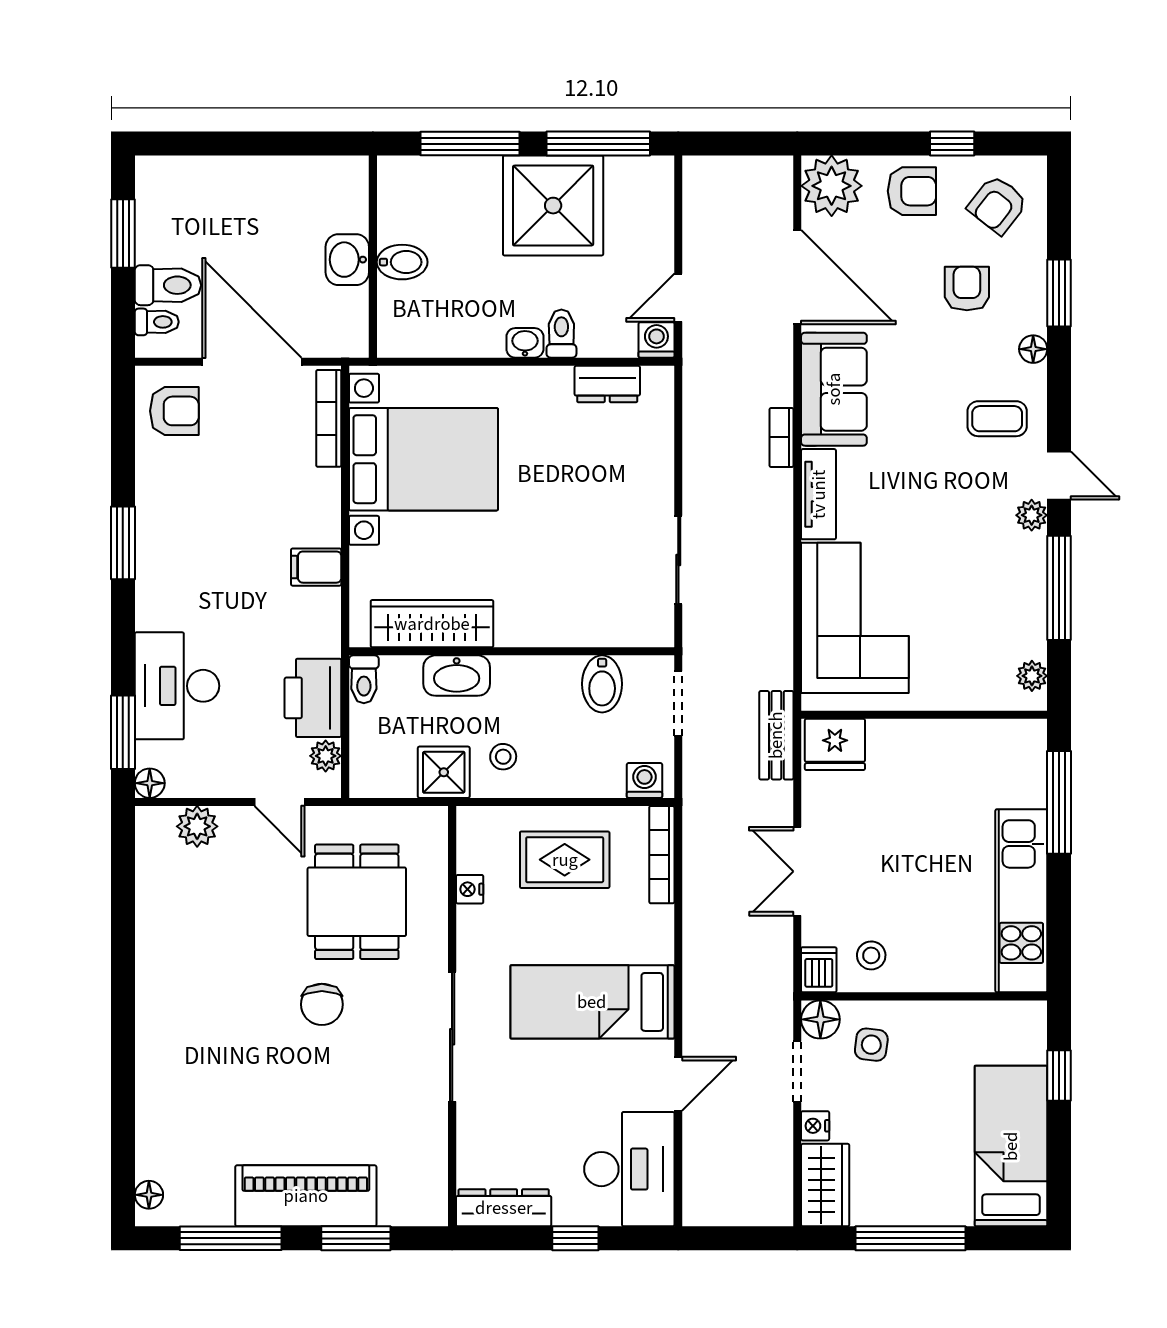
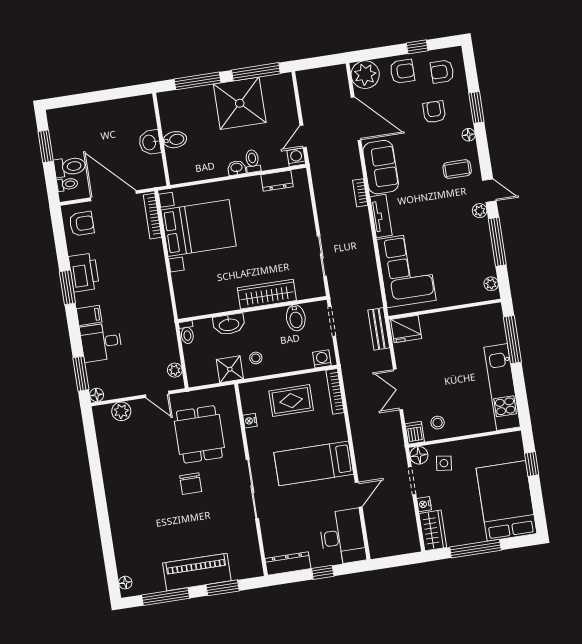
armchair: (997, 205) -> (442, 72), turned 52
filing cabinet: (316, 567) -> (89, 315), moved, turned 180
wardrobe: (432, 624) -> (267, 294), moved
desk: (177, 686) -> (101, 342), width x0.73
printer: (313, 698) -> (84, 272), moved, turned 180
bed: (1011, 1146) -> (506, 501), width x1.50

